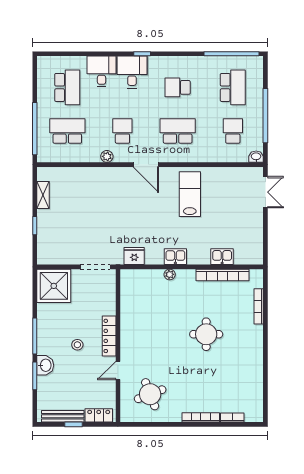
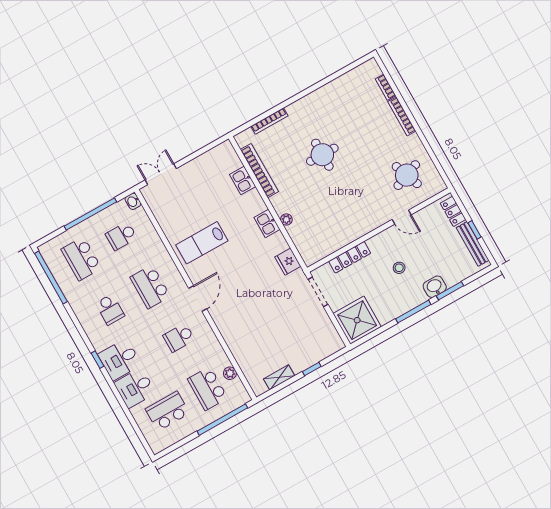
school desk: (233, 87) -> (81, 259), turned -90
plant: (107, 156) -> (230, 373), moved
locker: (109, 336) -> (350, 257), moved

